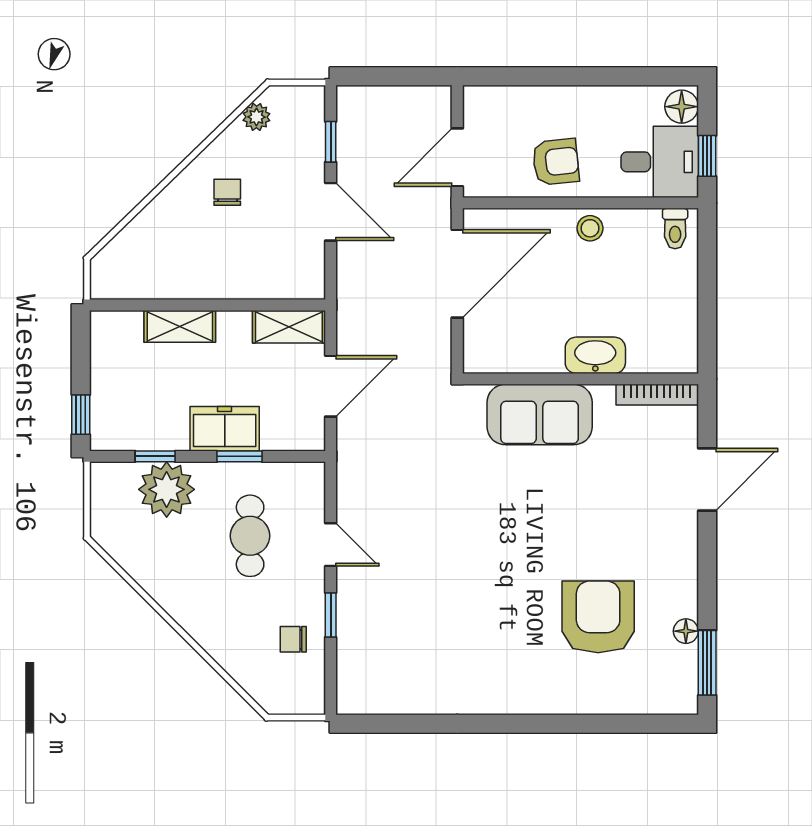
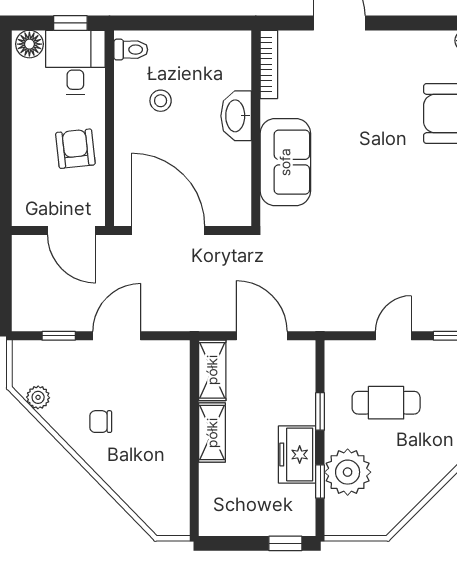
stool: (590, 228) -> (161, 101), moved
shelving: (180, 326) -> (212, 433), moved
freezer: (225, 429) -> (297, 455), moved

